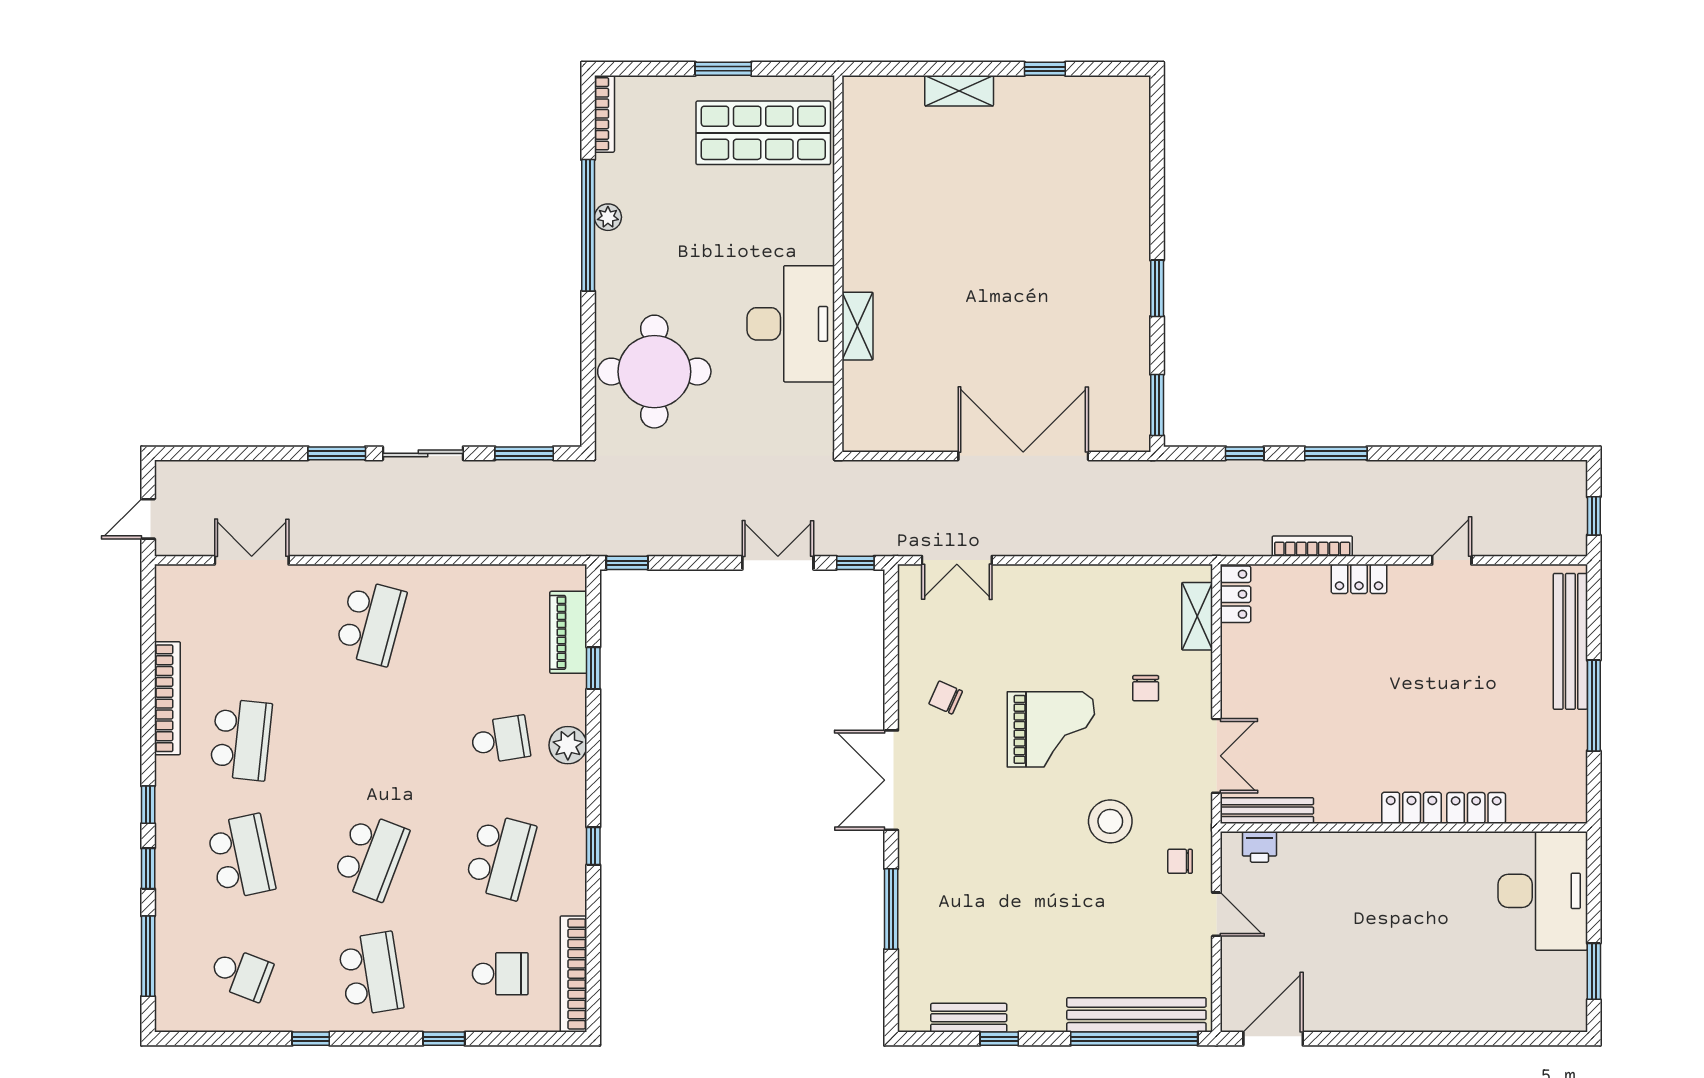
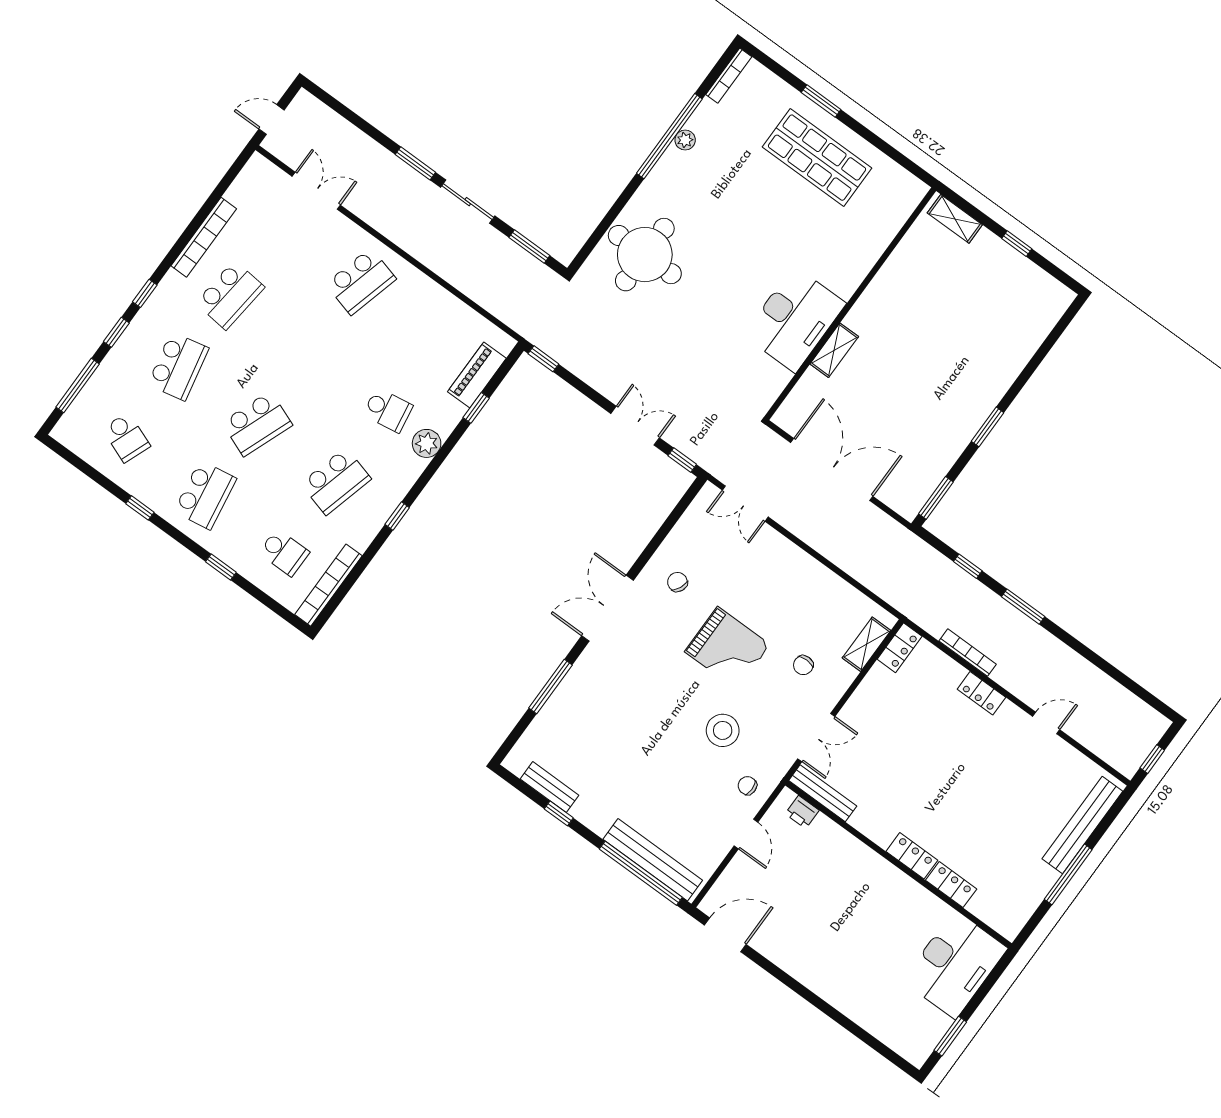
wall: (838, 264) -> (850, 304), moved
desk: (791, 324) -> (795, 319), moved
shelving: (858, 326) -> (834, 350), moved

